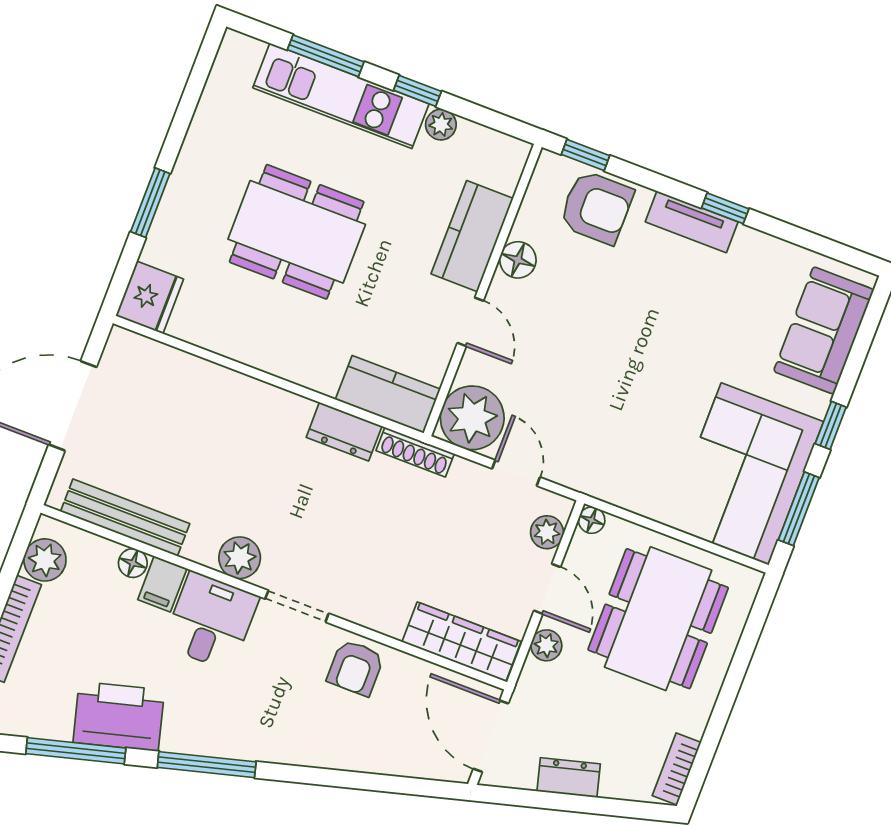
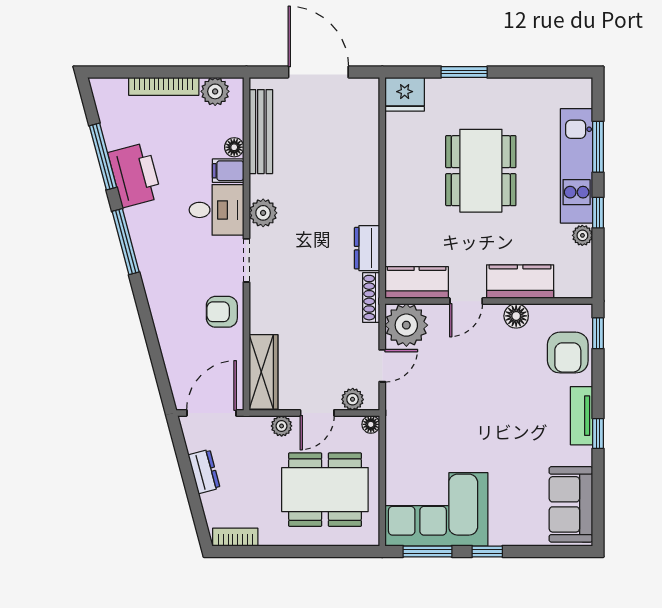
sofa: (824, 330) -> (571, 504), moved, turned -90
kitchen counter: (388, 394) -> (417, 283), moved, turned -90

